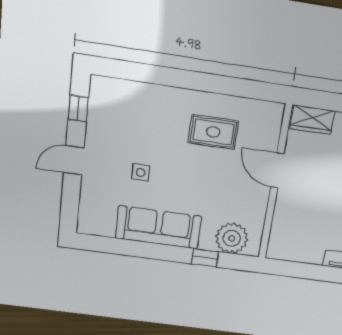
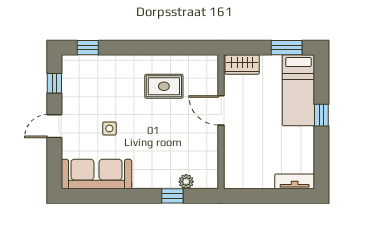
window: (125, 70) -> (88, 48), added
sofa: (158, 227) -> (97, 174), moved
plant: (232, 238) -> (186, 182), width x0.53, depth x0.53

